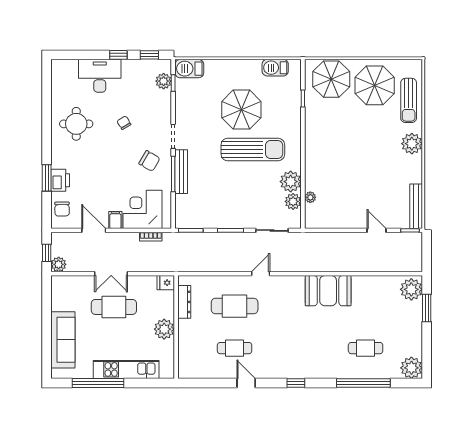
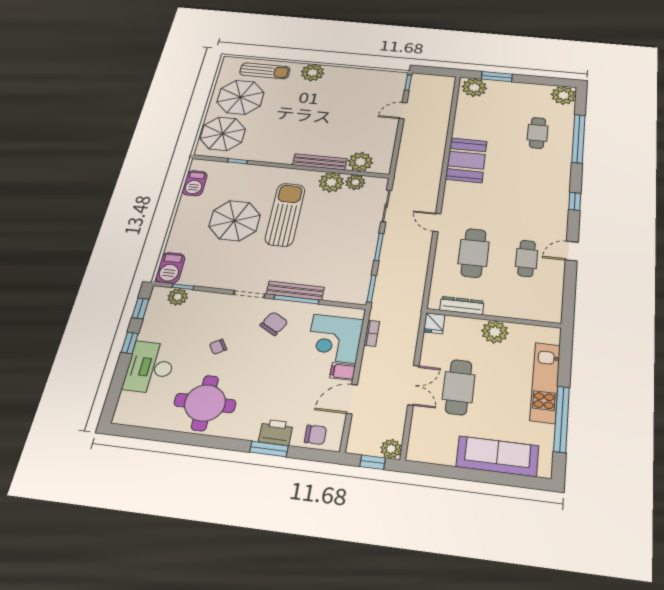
round table: (76, 124) -> (205, 403), width x1.36, depth x1.36
plant: (310, 197) -> (360, 162), width x1.87, depth x1.87
bench: (416, 206) -> (320, 162), moved

